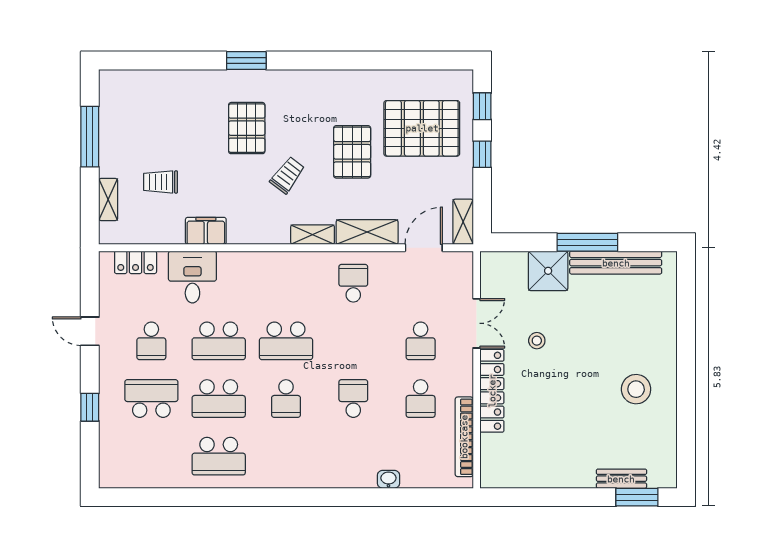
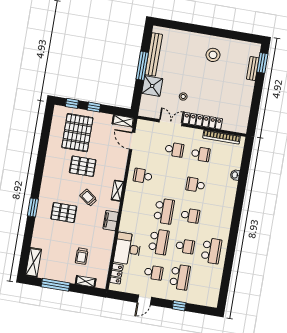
filing cabinet: (206, 231) -> (111, 221), moved
shelving: (367, 232) -> (34, 262), moved
desk: (192, 277) -> (128, 249), width x1.37
school desk: (151, 399) -> (180, 277), turned 180
school desk: (219, 399) -> (185, 246), width x0.54

